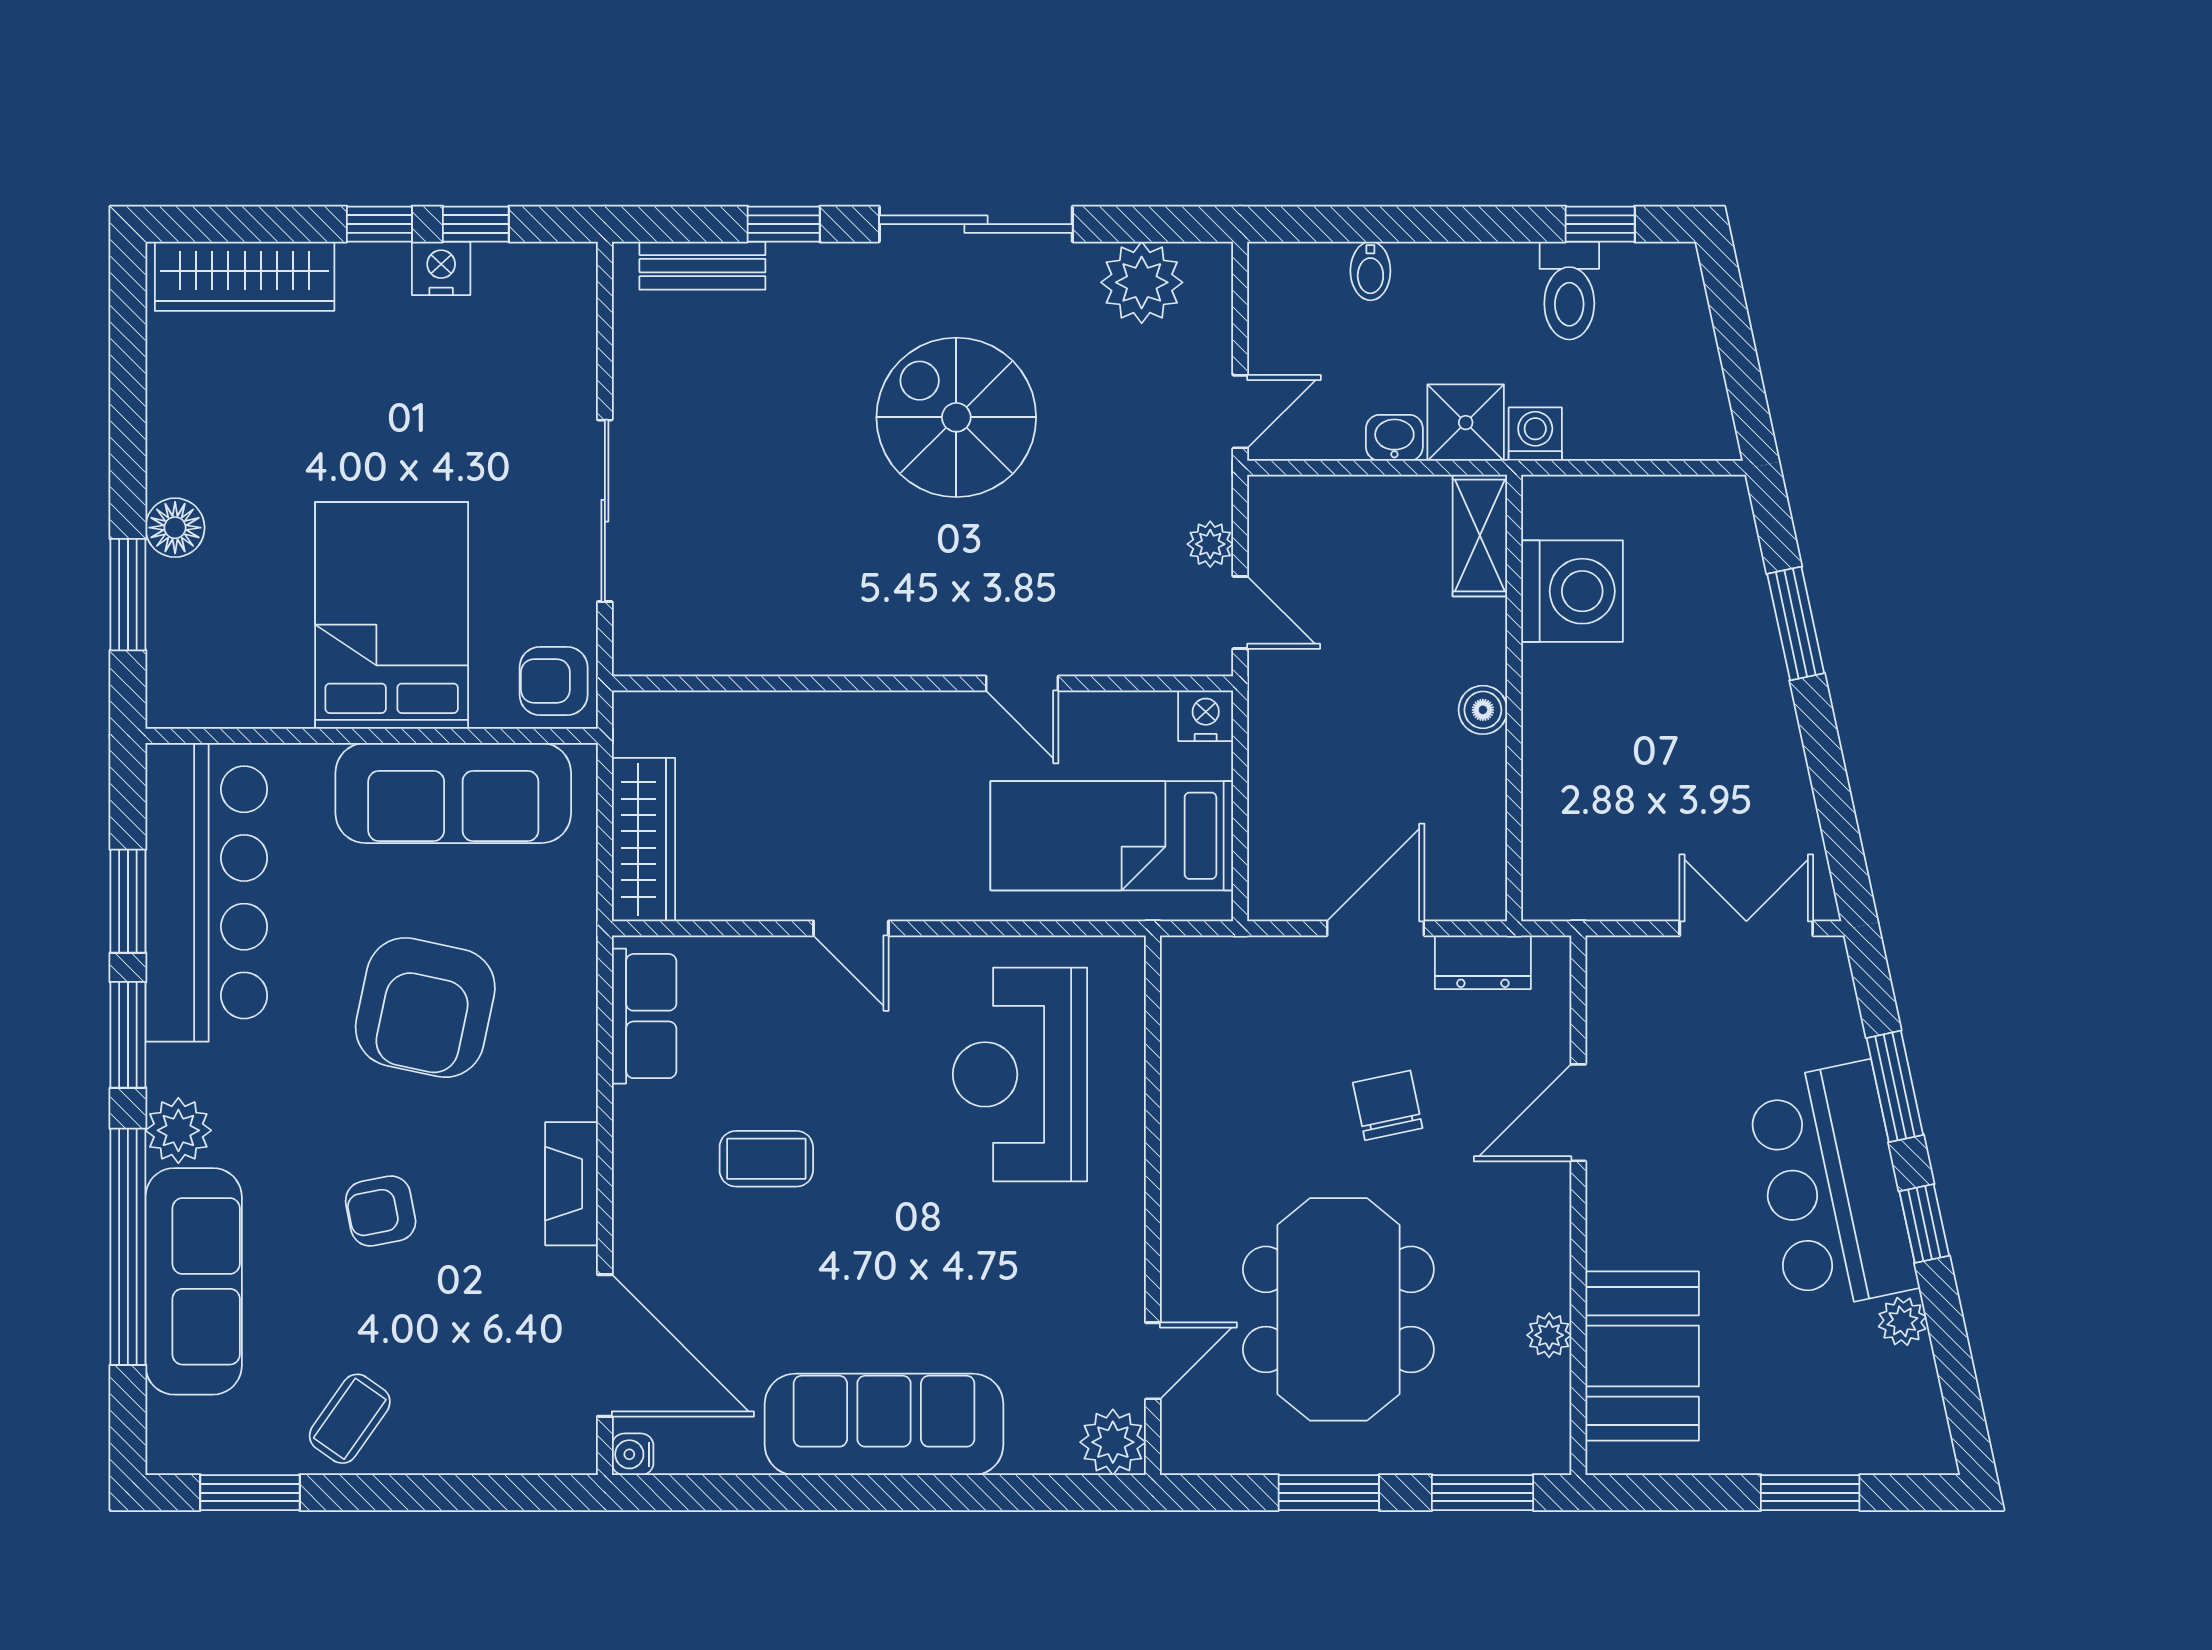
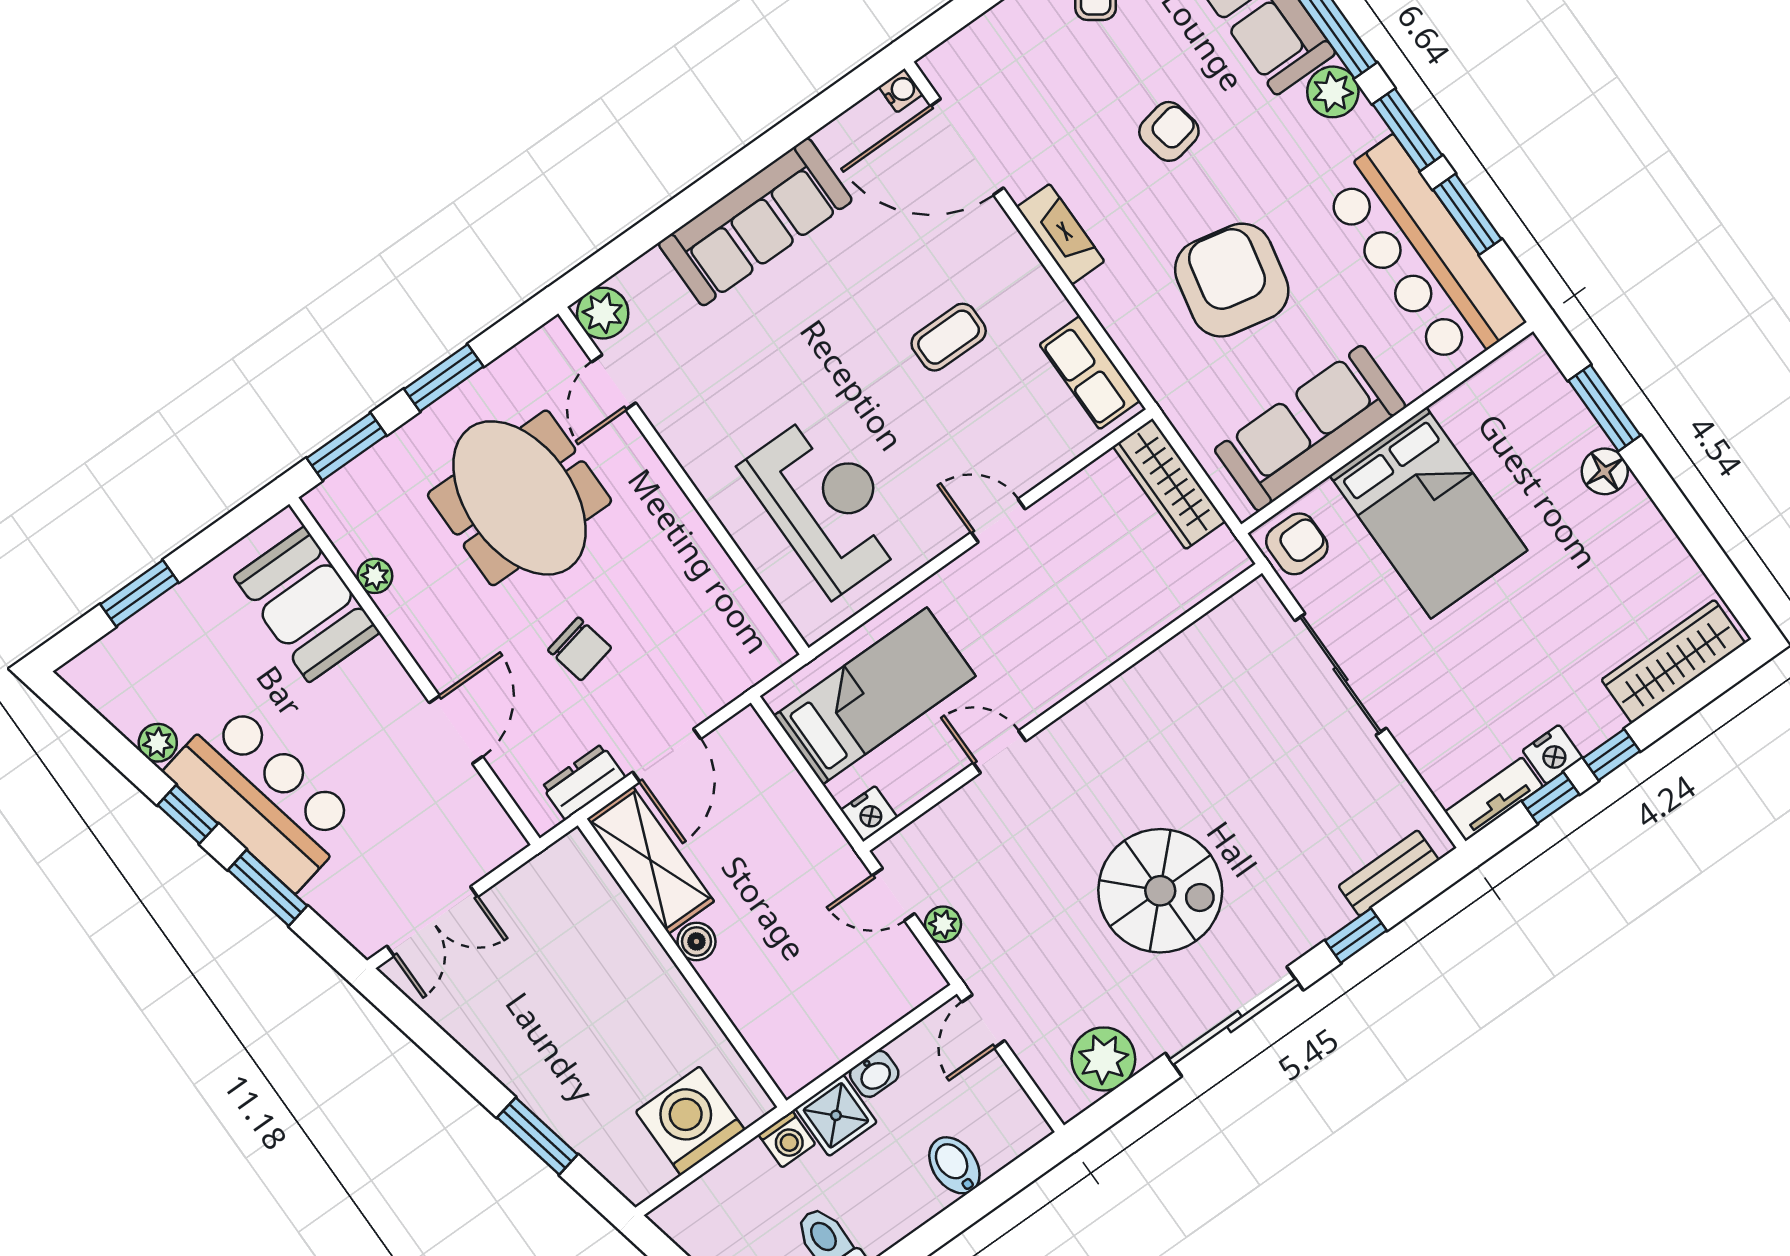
tv unit: (536, 265) -> (1494, 799), added
bidet: (1370, 271) -> (954, 1165), width x1.38, depth x1.36
shelving: (1480, 536) -> (650, 860), moved, width x1.50, depth x1.33
washing machine: (1572, 591) -> (690, 1121), moved, turned 90

